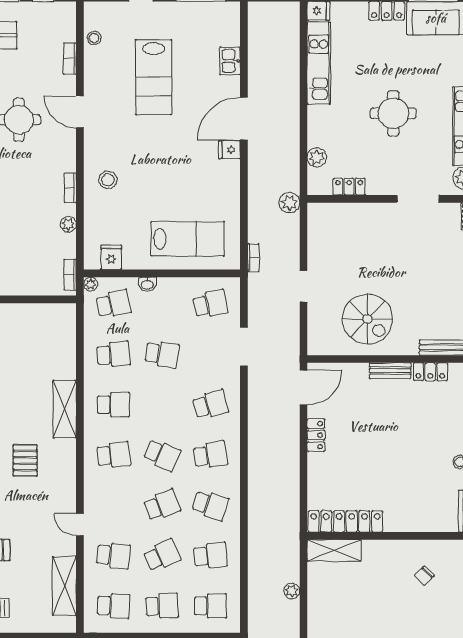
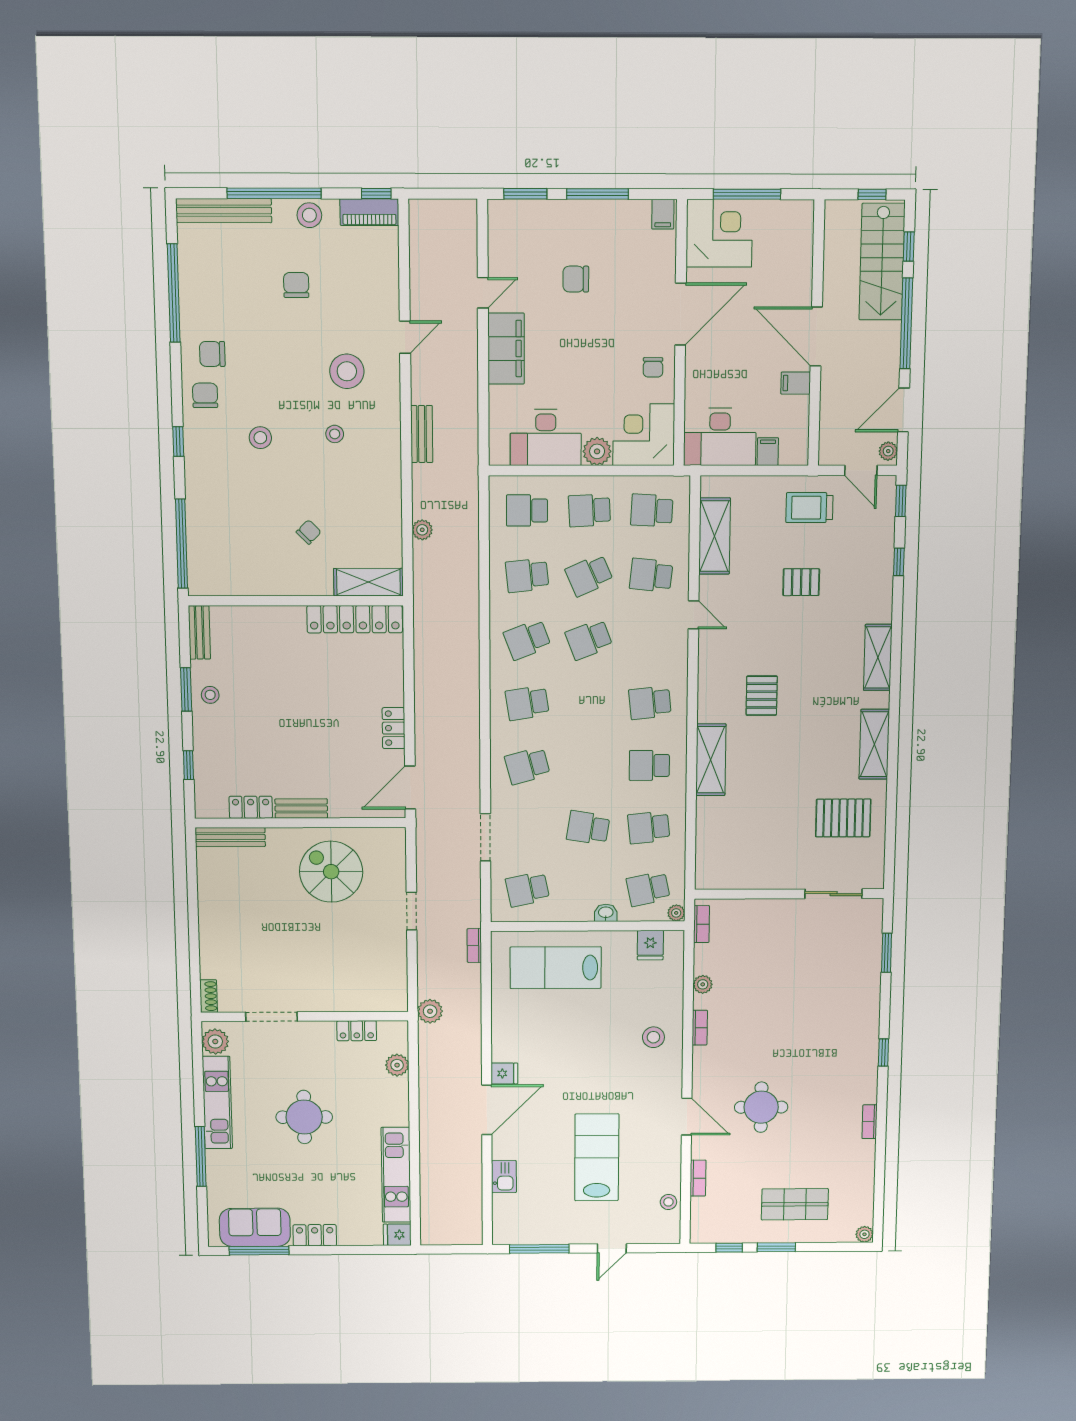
school desk: (162, 455) -> (589, 703), removed
school desk: (210, 505) -> (527, 640), turned -39
chair: (424, 576) -> (309, 532), moved

